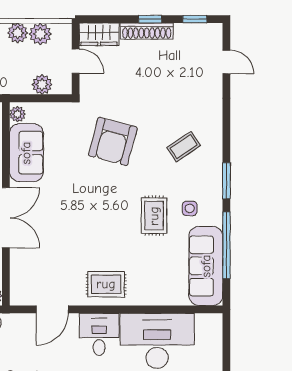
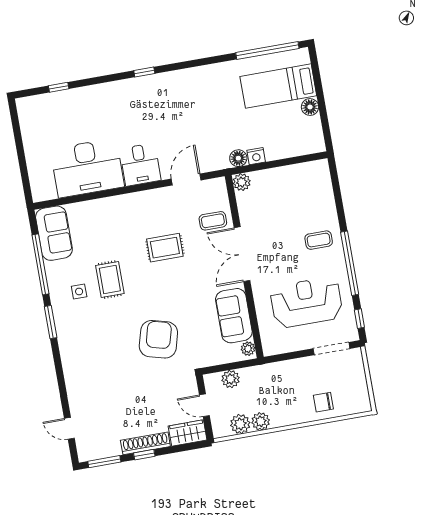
window: (195, 19) -> (104, 462), width x1.50
coffee table: (184, 147) -> (213, 221), moved, turned 34
sofa: (206, 266) -> (54, 233), width x0.73
rug: (106, 284) -> (165, 248), moved

